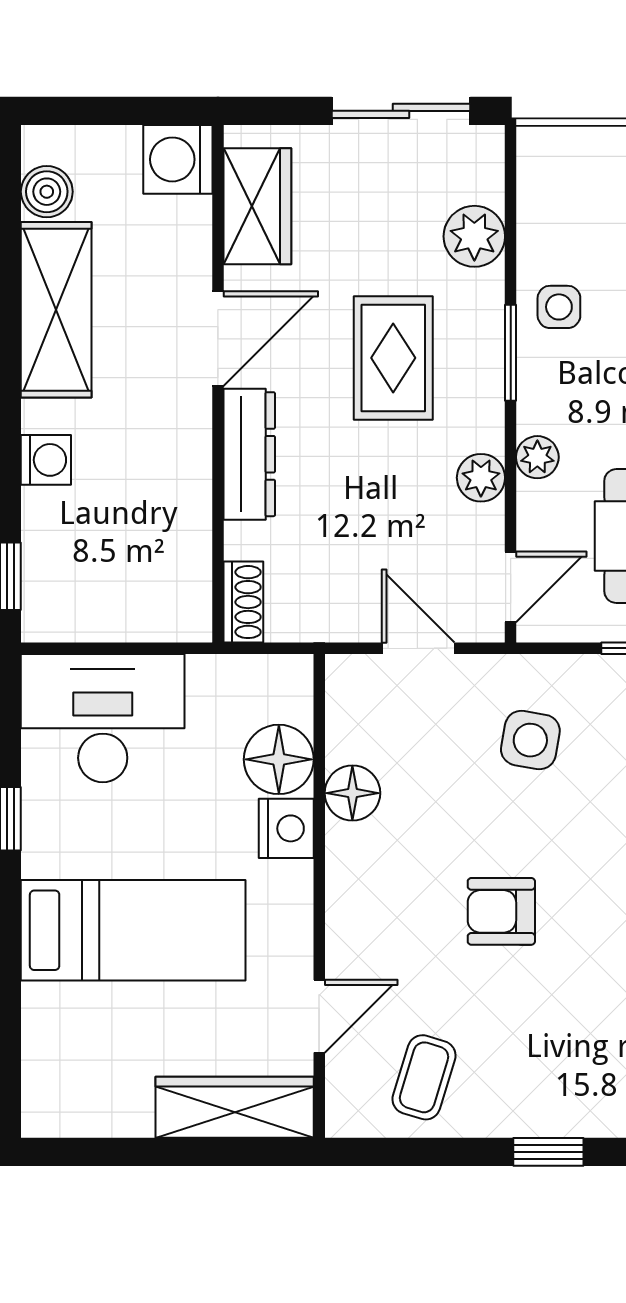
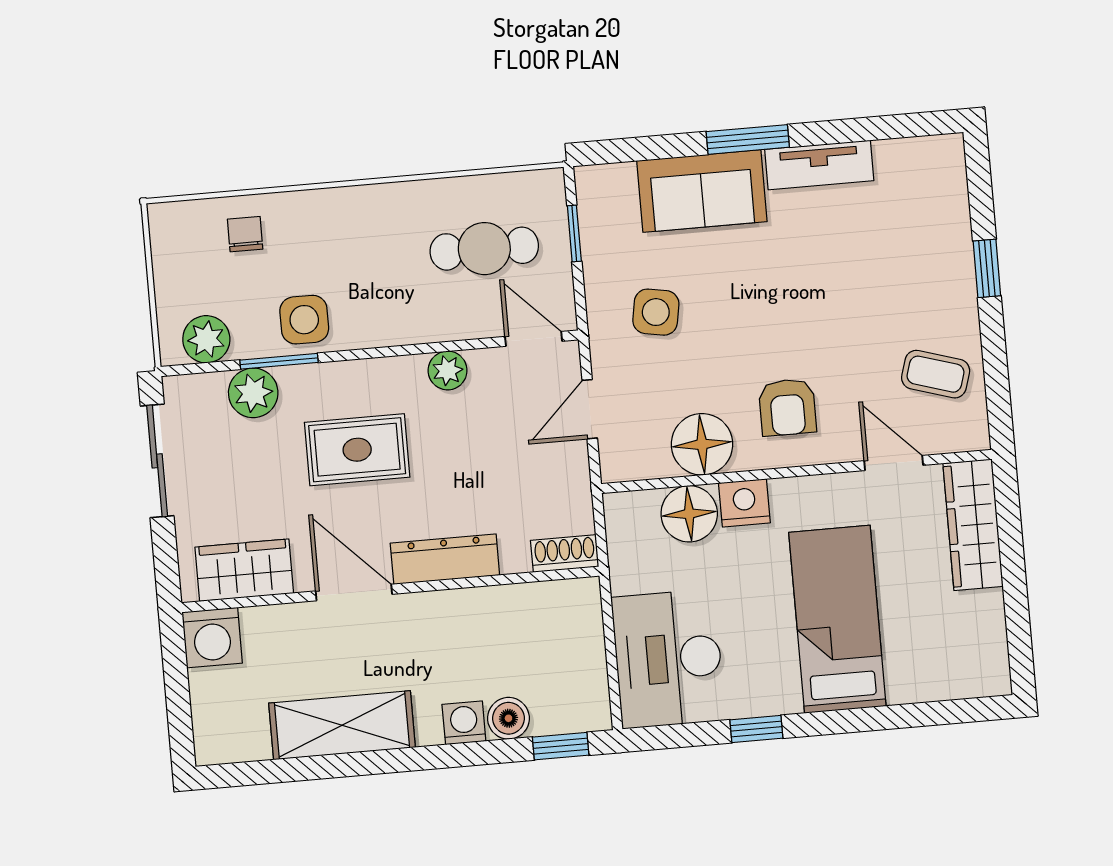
boiler: (47, 192) -> (508, 718), moved
side table: (559, 307) -> (304, 320), width x1.37, depth x1.37
window: (511, 353) -> (279, 361), moved
plant: (537, 457) -> (206, 339), moved, width x1.38, depth x1.38
floor lamp: (352, 793) -> (702, 444), width x1.38, depth x1.38
armchair: (501, 911) -> (787, 407), moved

